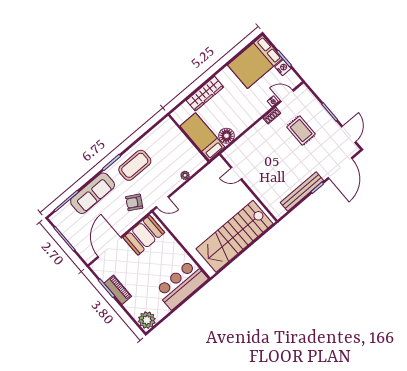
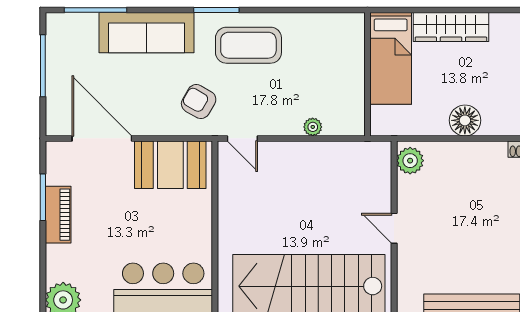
floor lamp: (226, 136) -> (465, 120), moved
bed: (202, 137) -> (391, 58), moved, turned 180
plant: (232, 157) -> (410, 161), added
door: (236, 174) -> (394, 228), moved
door: (110, 247) -> (102, 138), hinge flipped

